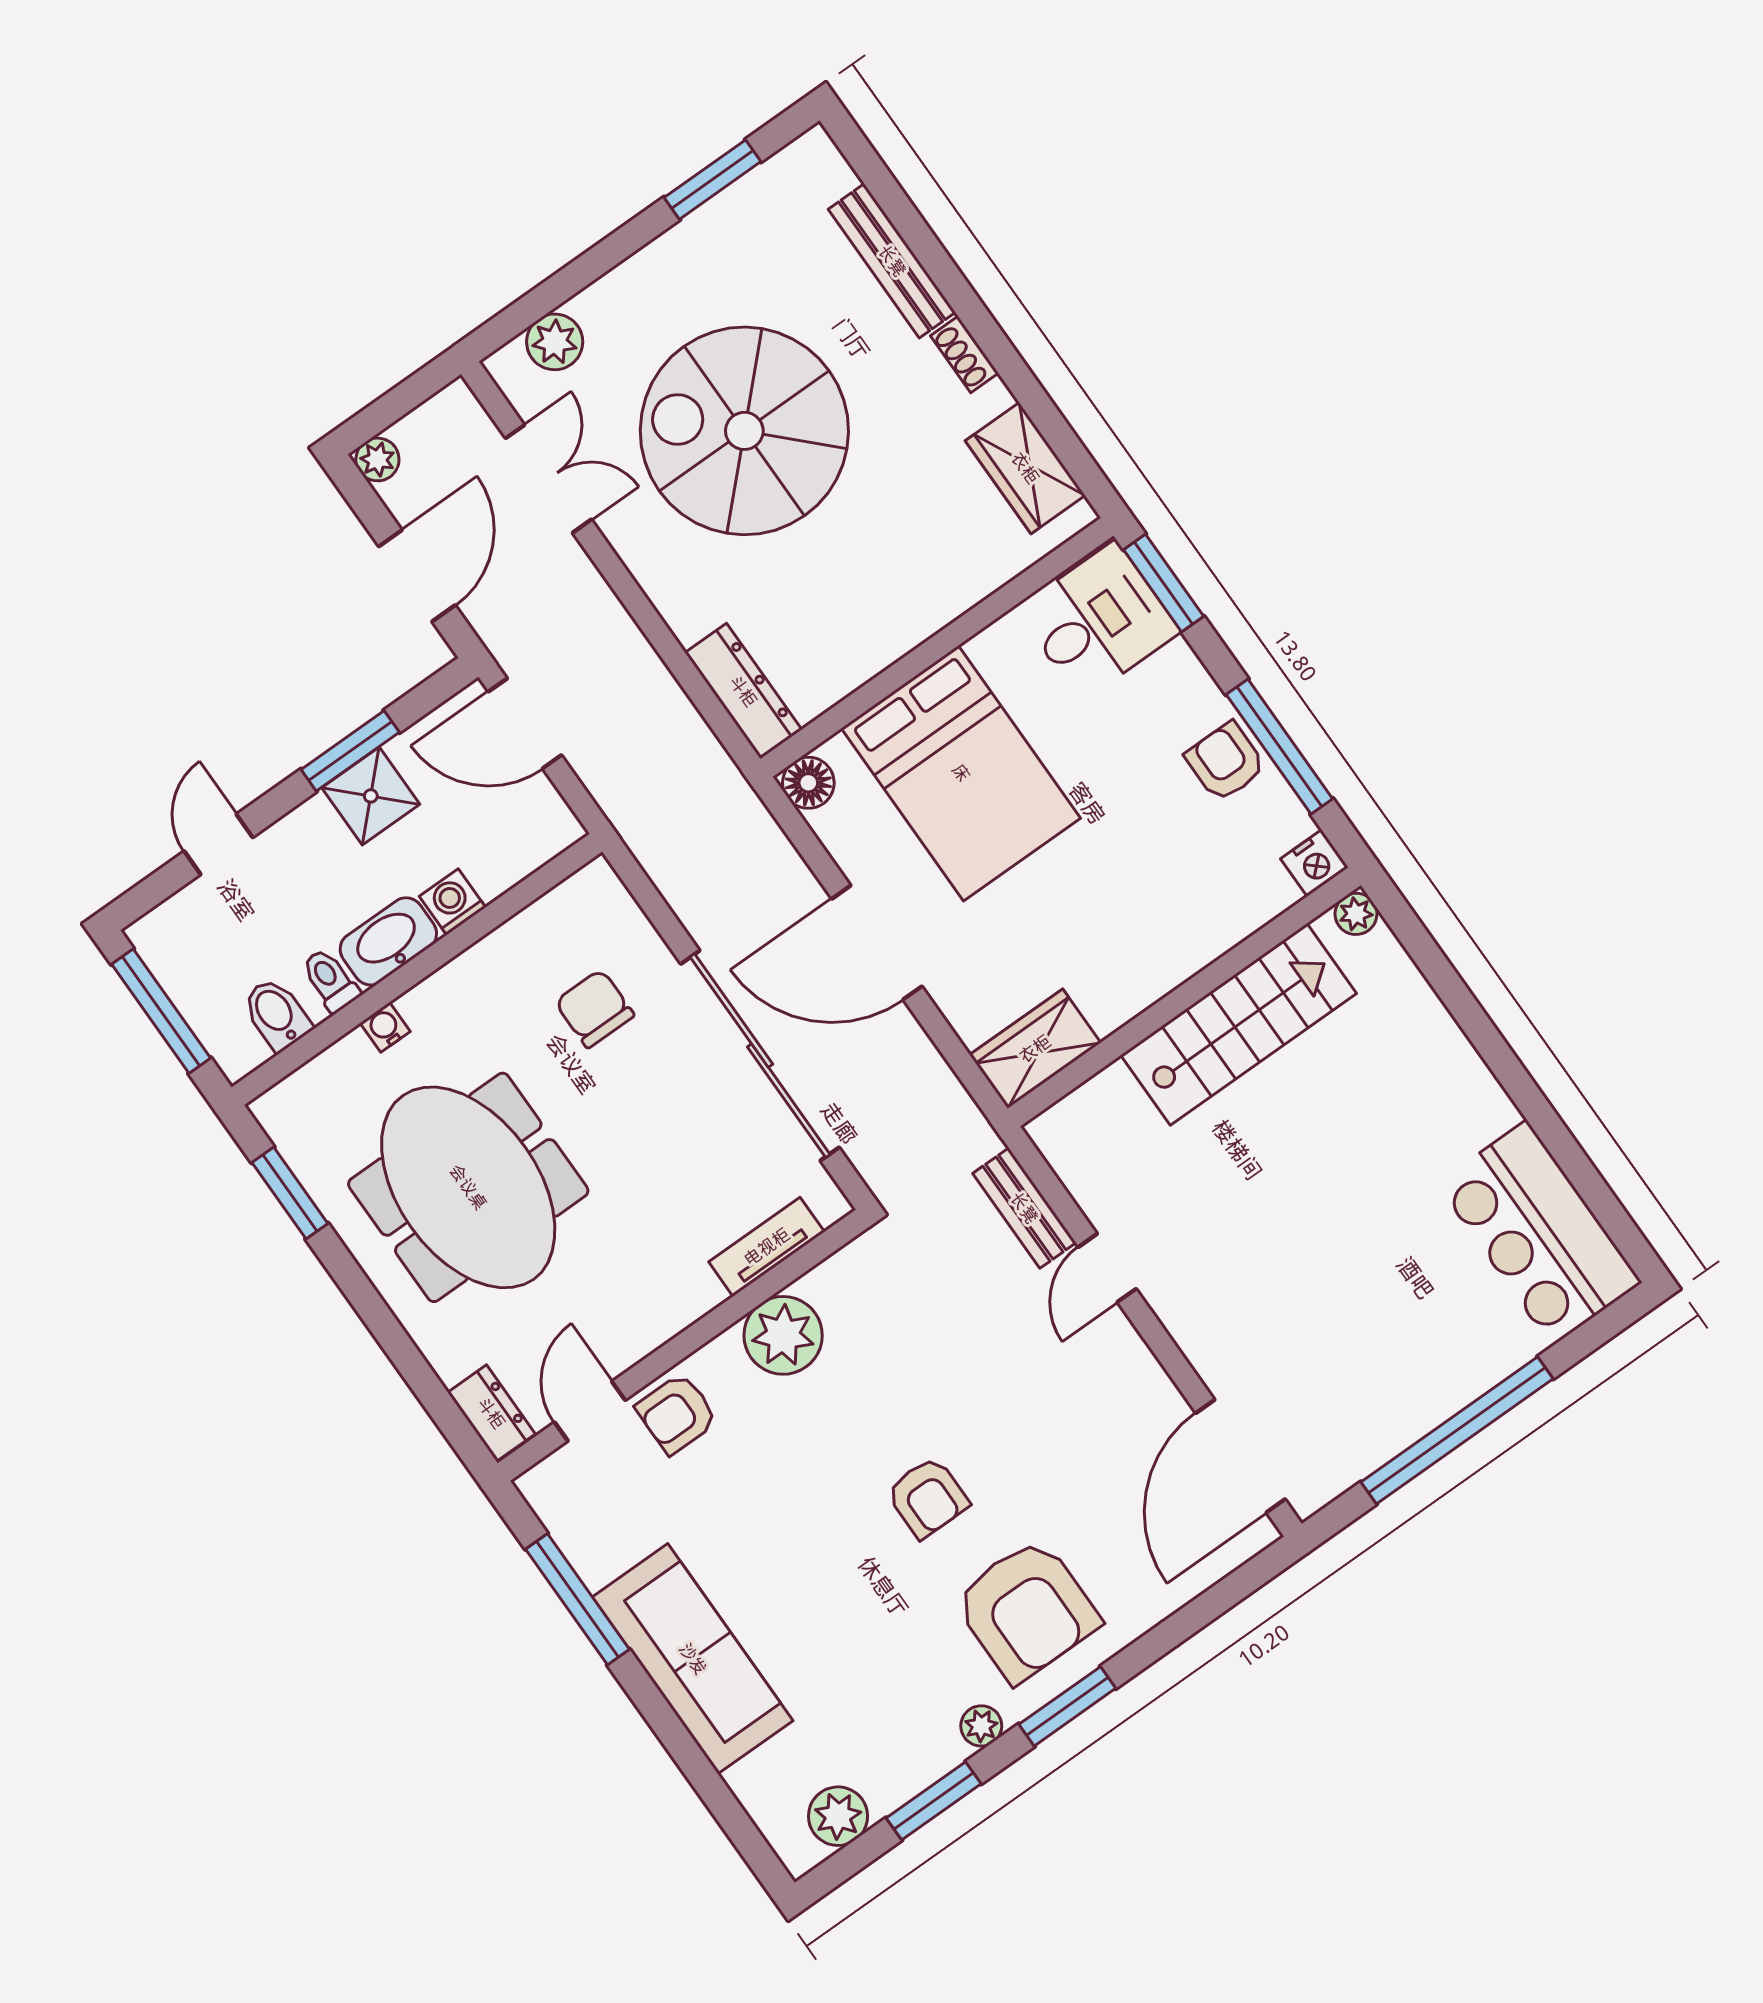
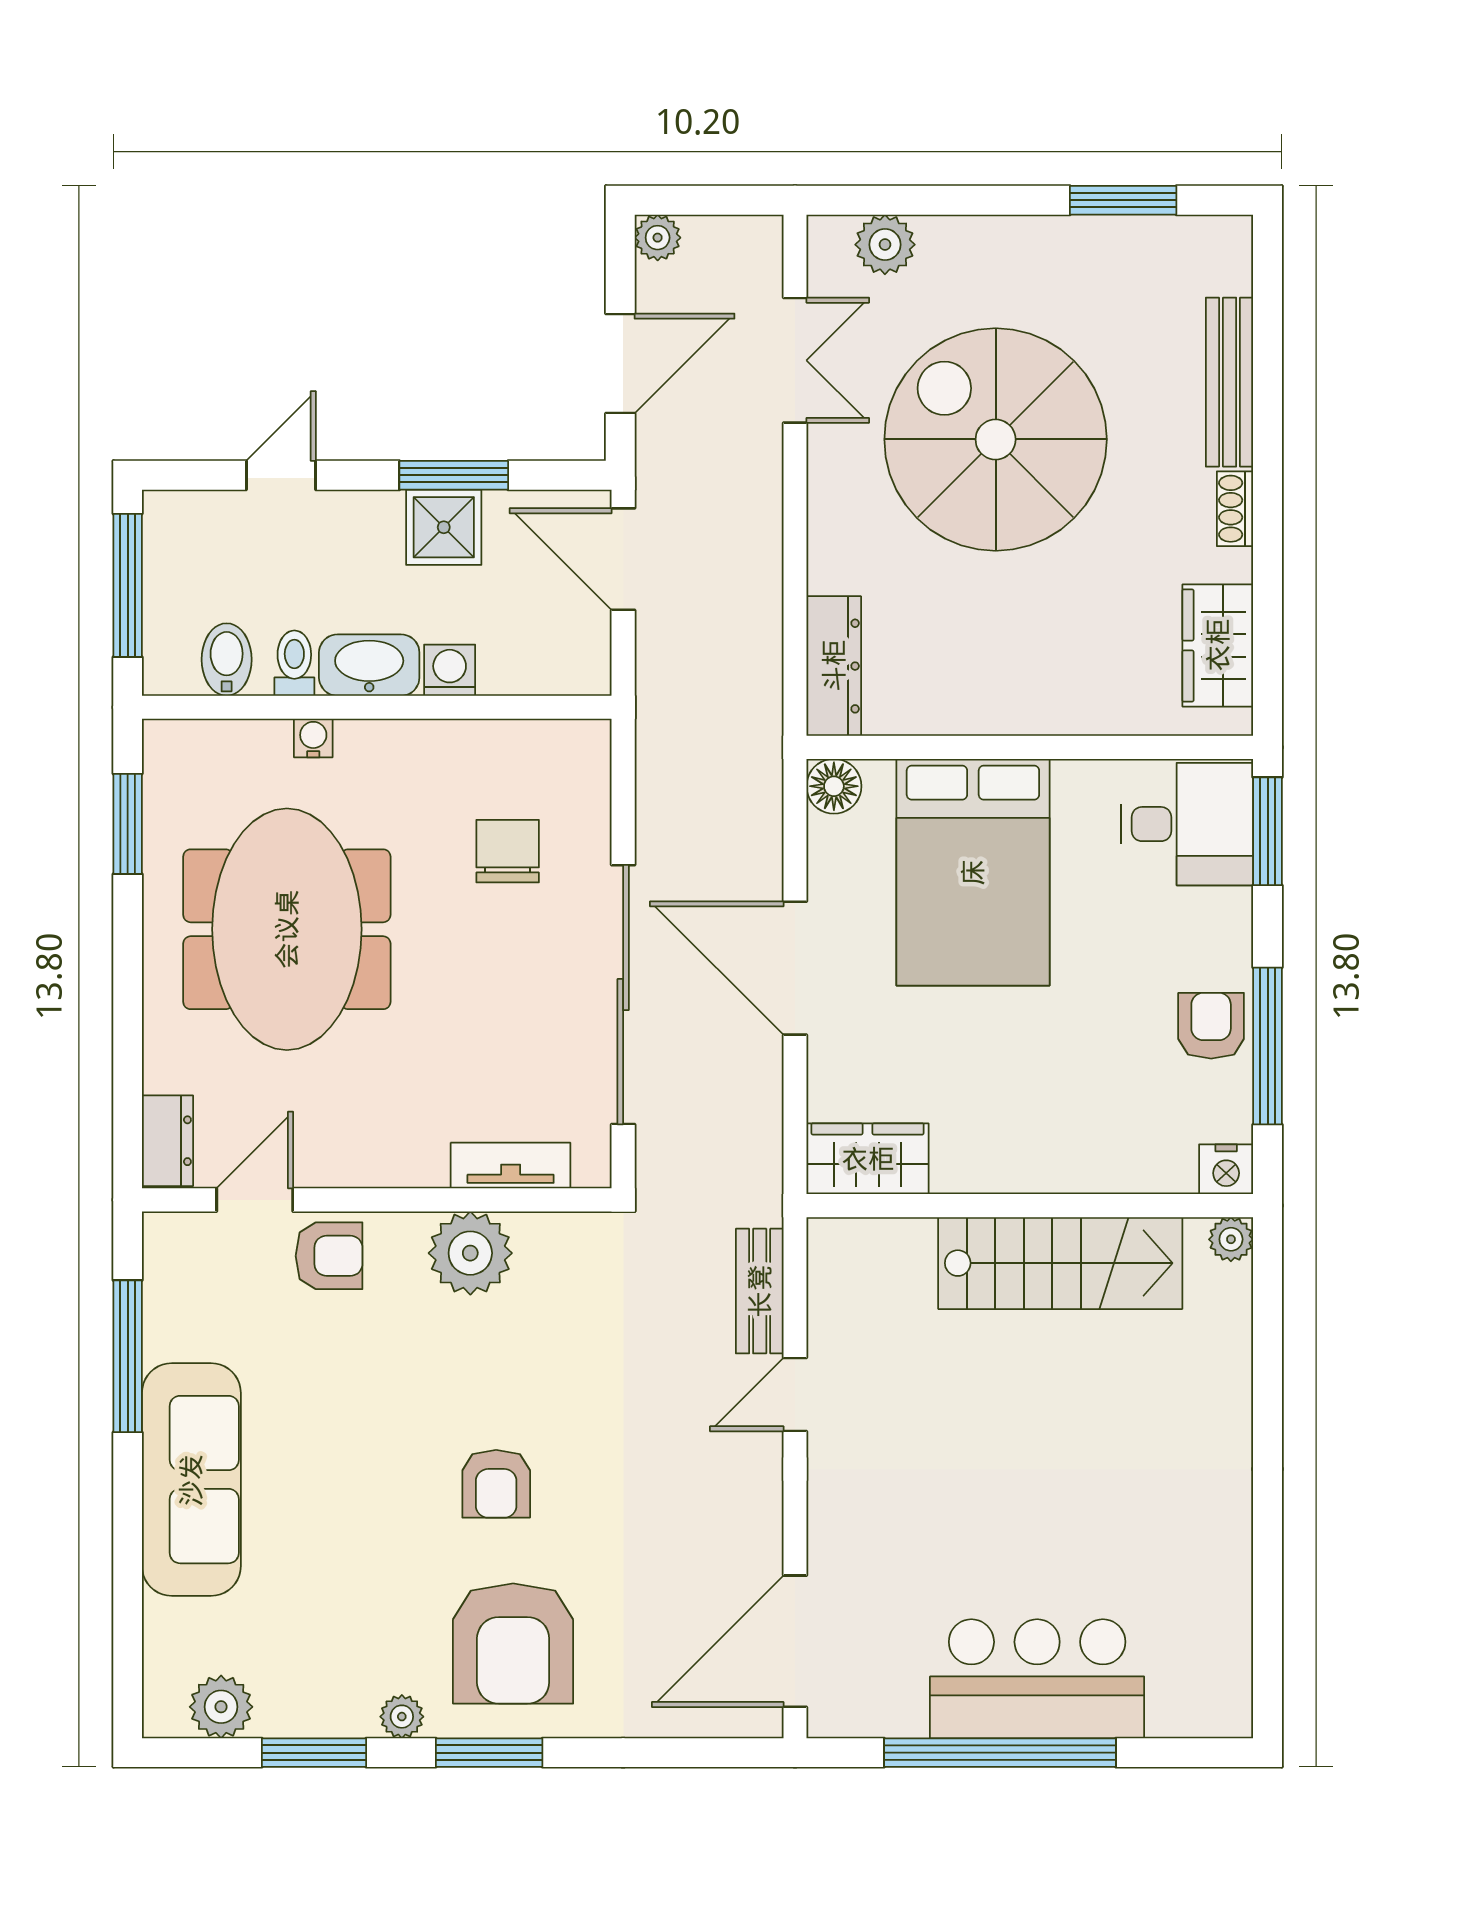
bar counter: (1539, 1233) -> (1037, 1679), moved, turned 90
armchair: (677, 1414) -> (329, 1256), turned 180

